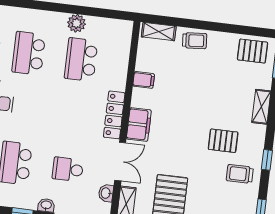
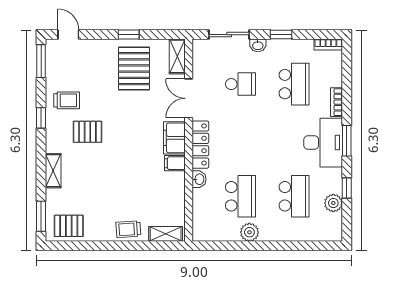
filing cabinet: (144, 80) -> (175, 163), moved
washbasin: (106, 193) -> (199, 179), moved

